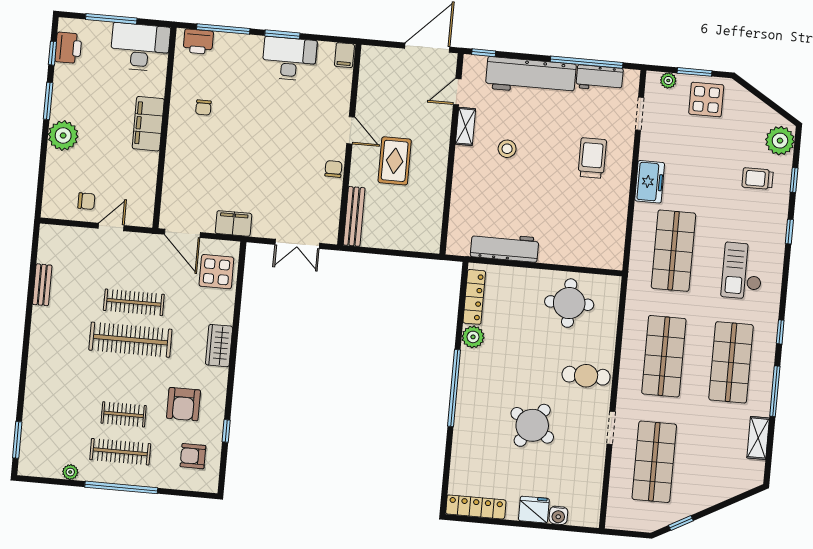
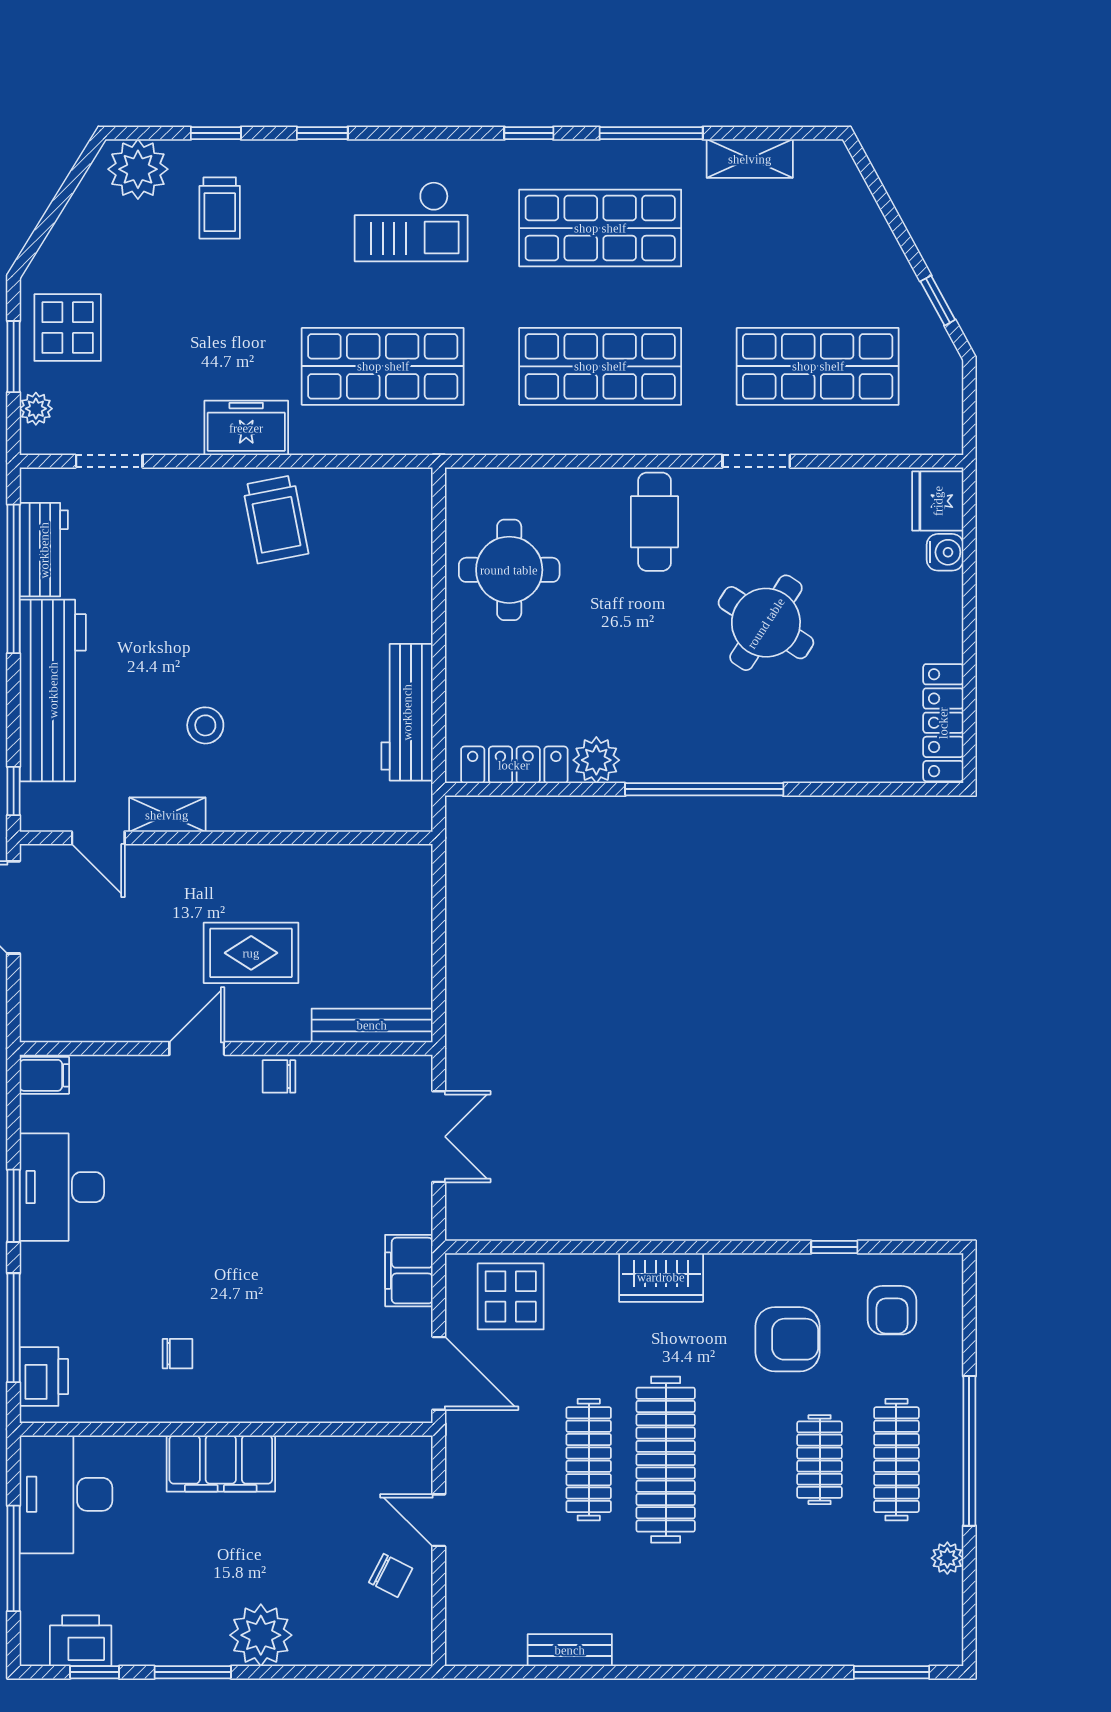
trolley: (592, 158) -> (275, 519), moved, turned -101
chair: (86, 201) -> (391, 1575), turned 117
door: (182, 233) -> (439, 1373), hinge flipped
fridge: (534, 510) -> (938, 501), moved

